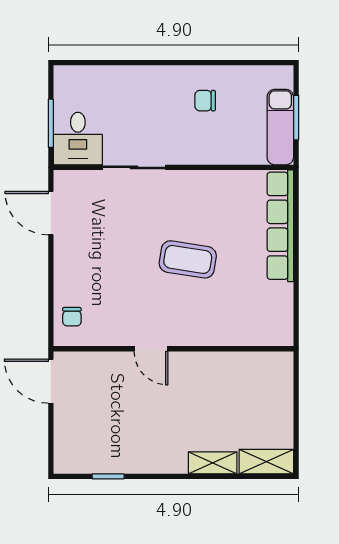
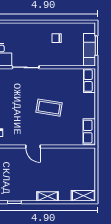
row of seats: (280, 226) -> (89, 81), width x0.50
row of seats: (280, 314) -> (89, 132), added
shelving: (213, 463) -> (48, 196), moved

